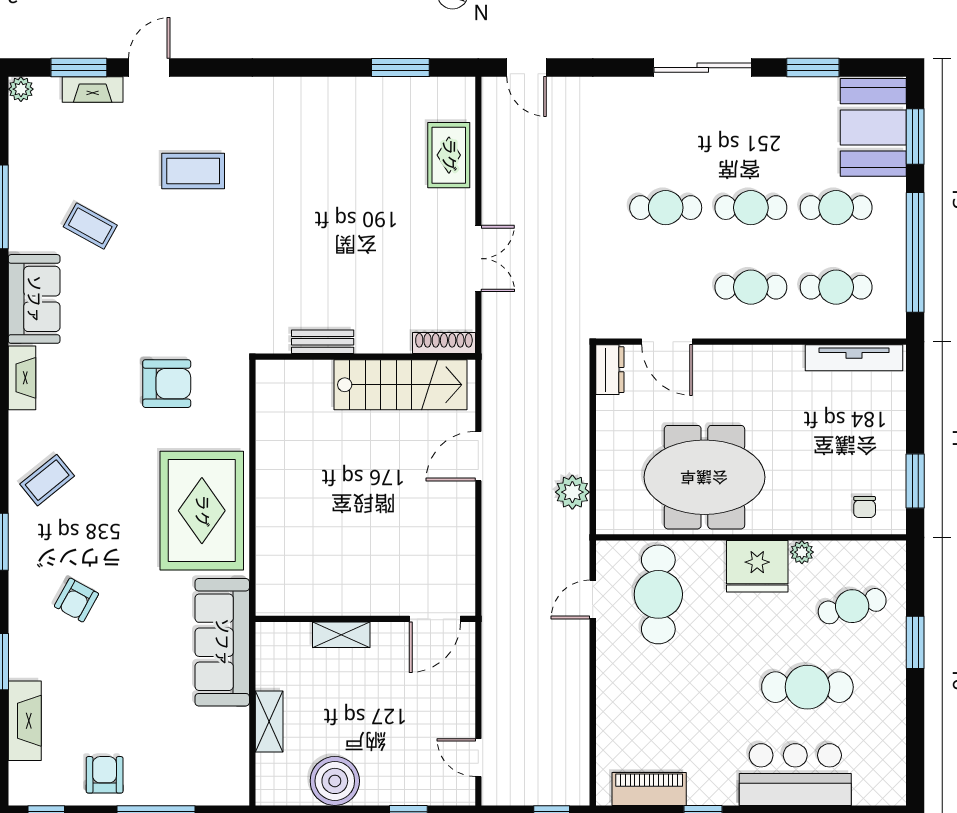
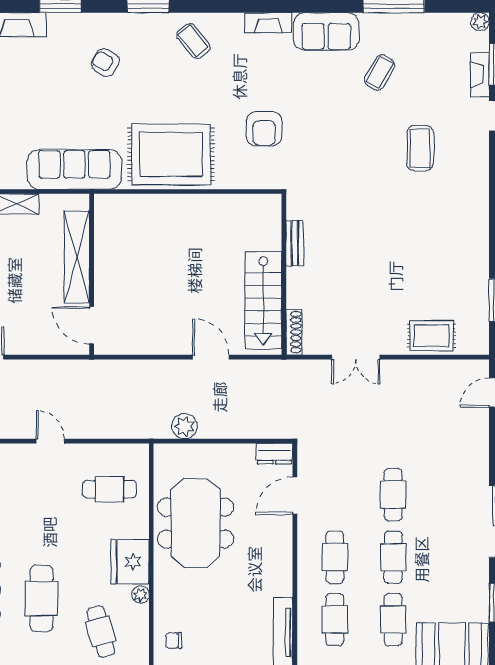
cafe table: (658, 594) -> (109, 489), width x0.73, depth x0.74
door: (593, 600) -> (50, 441), moved
shelving: (341, 635) -> (77, 257), width x2.20, depth x1.33

